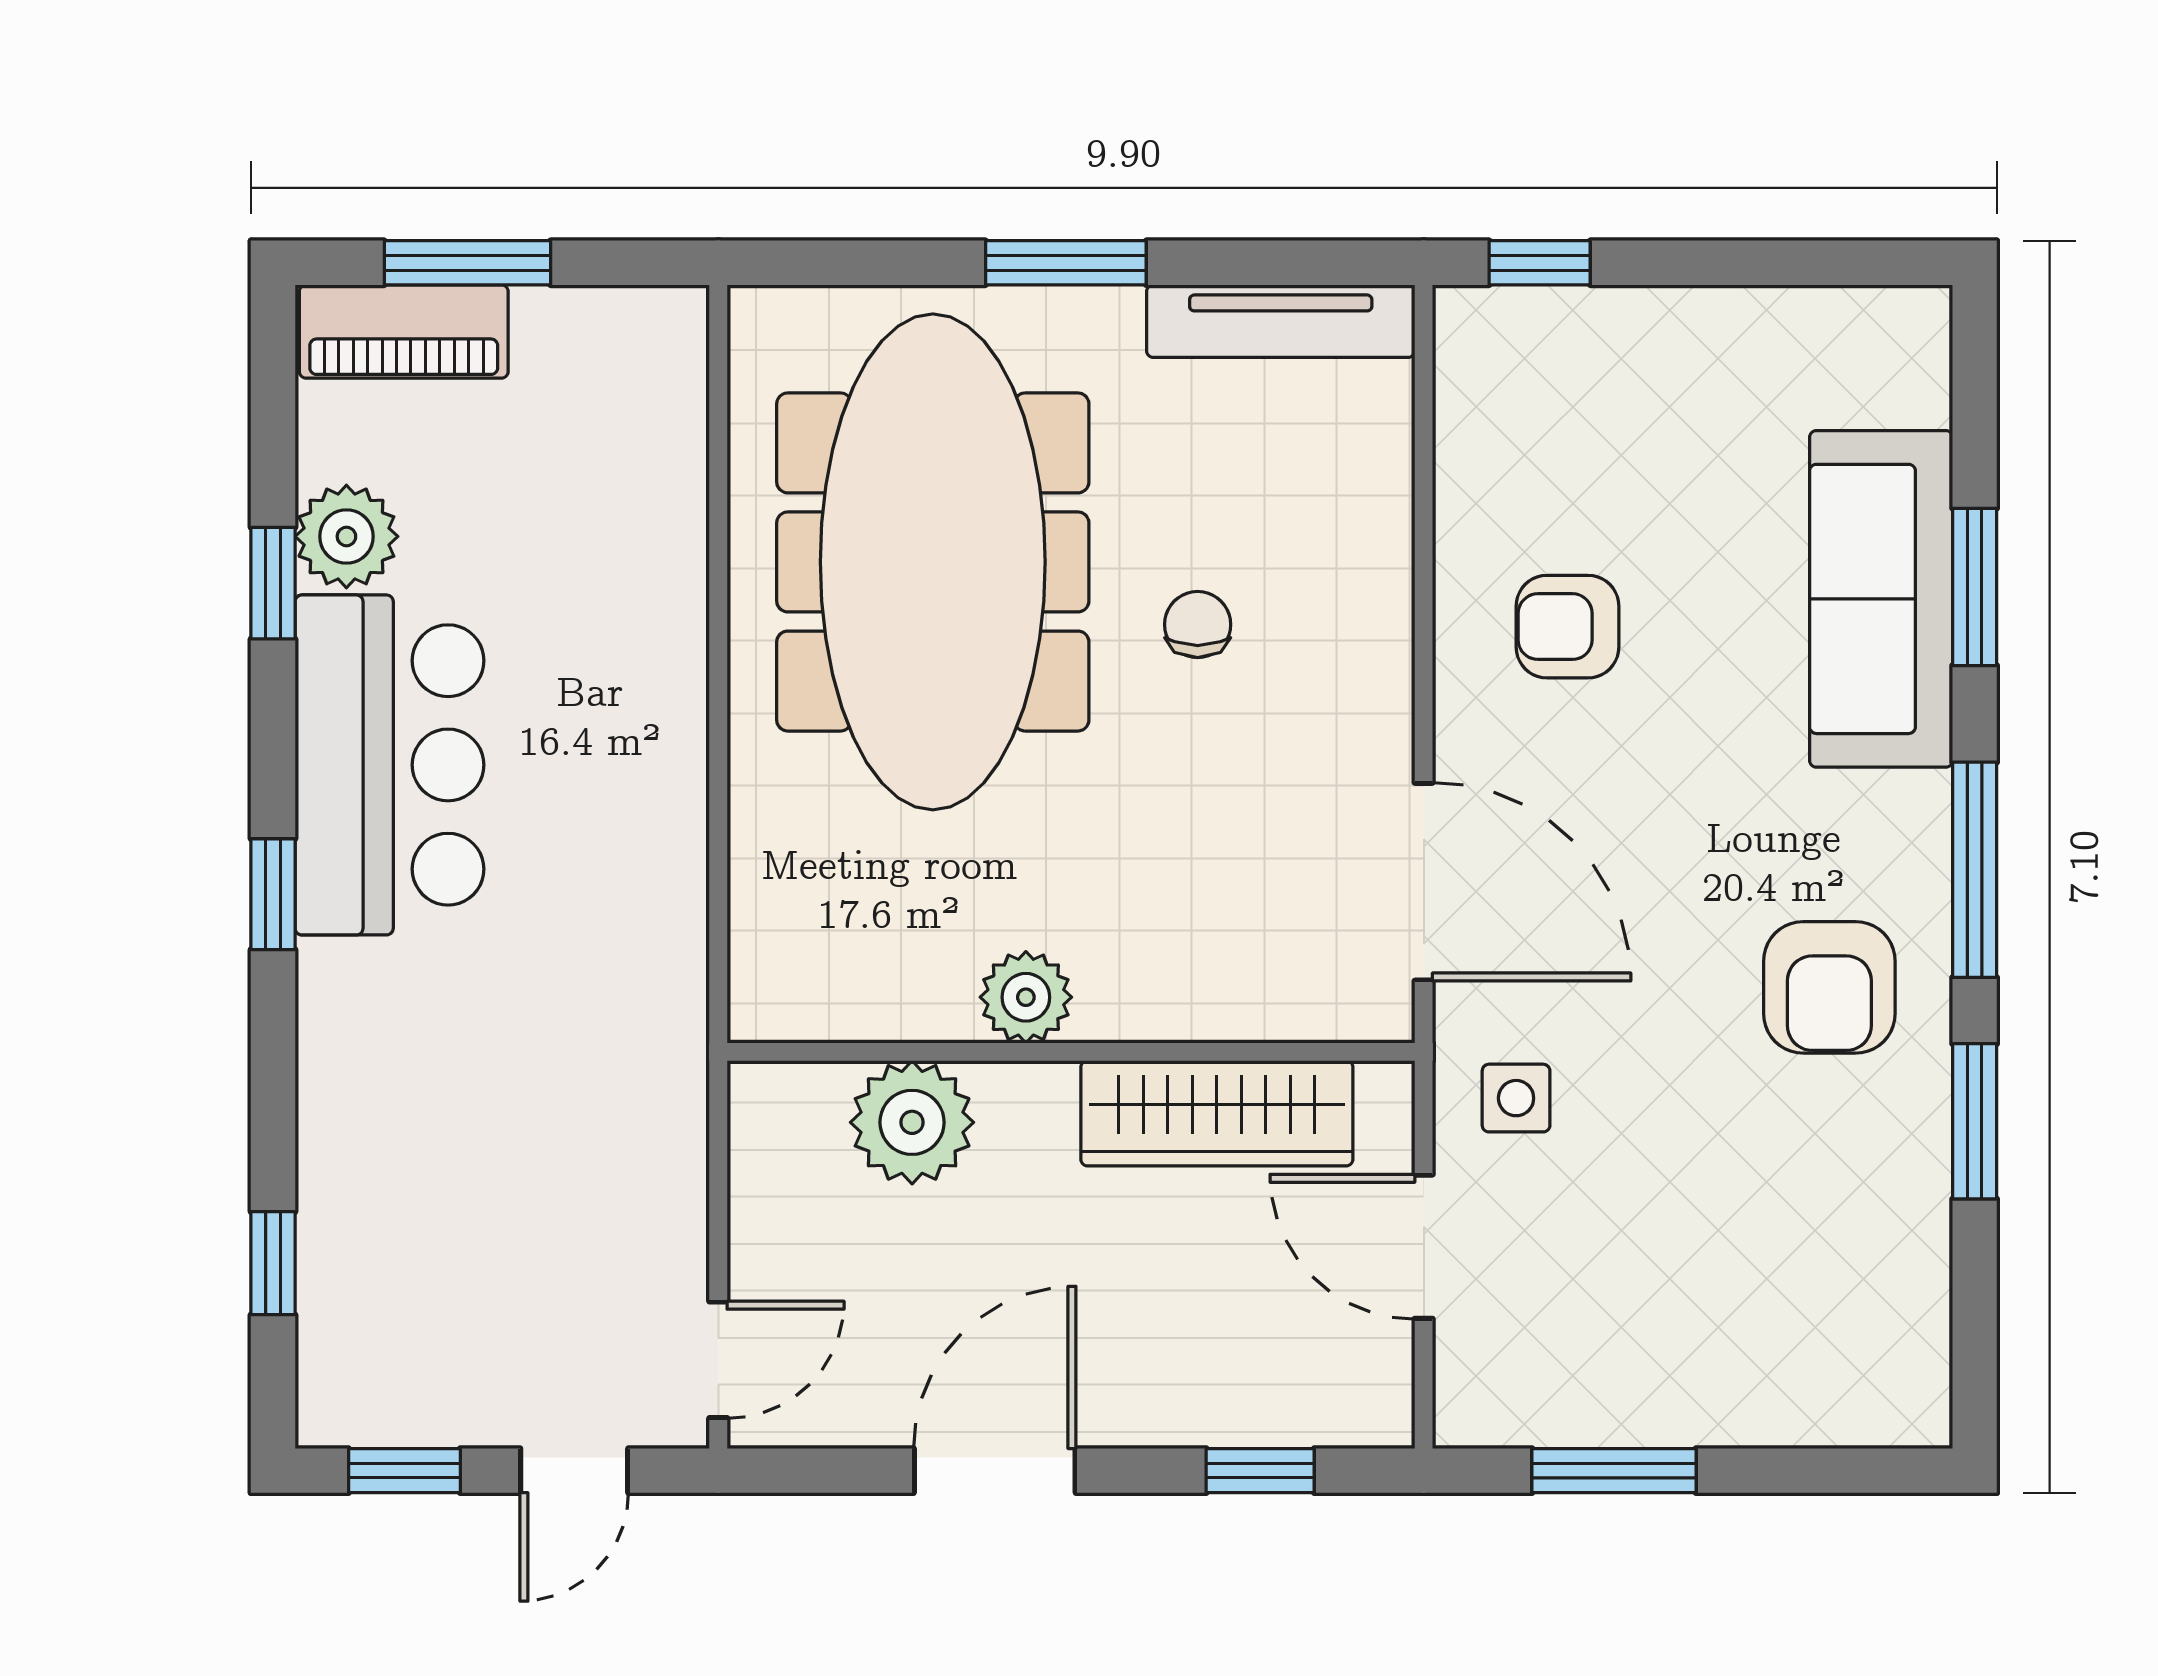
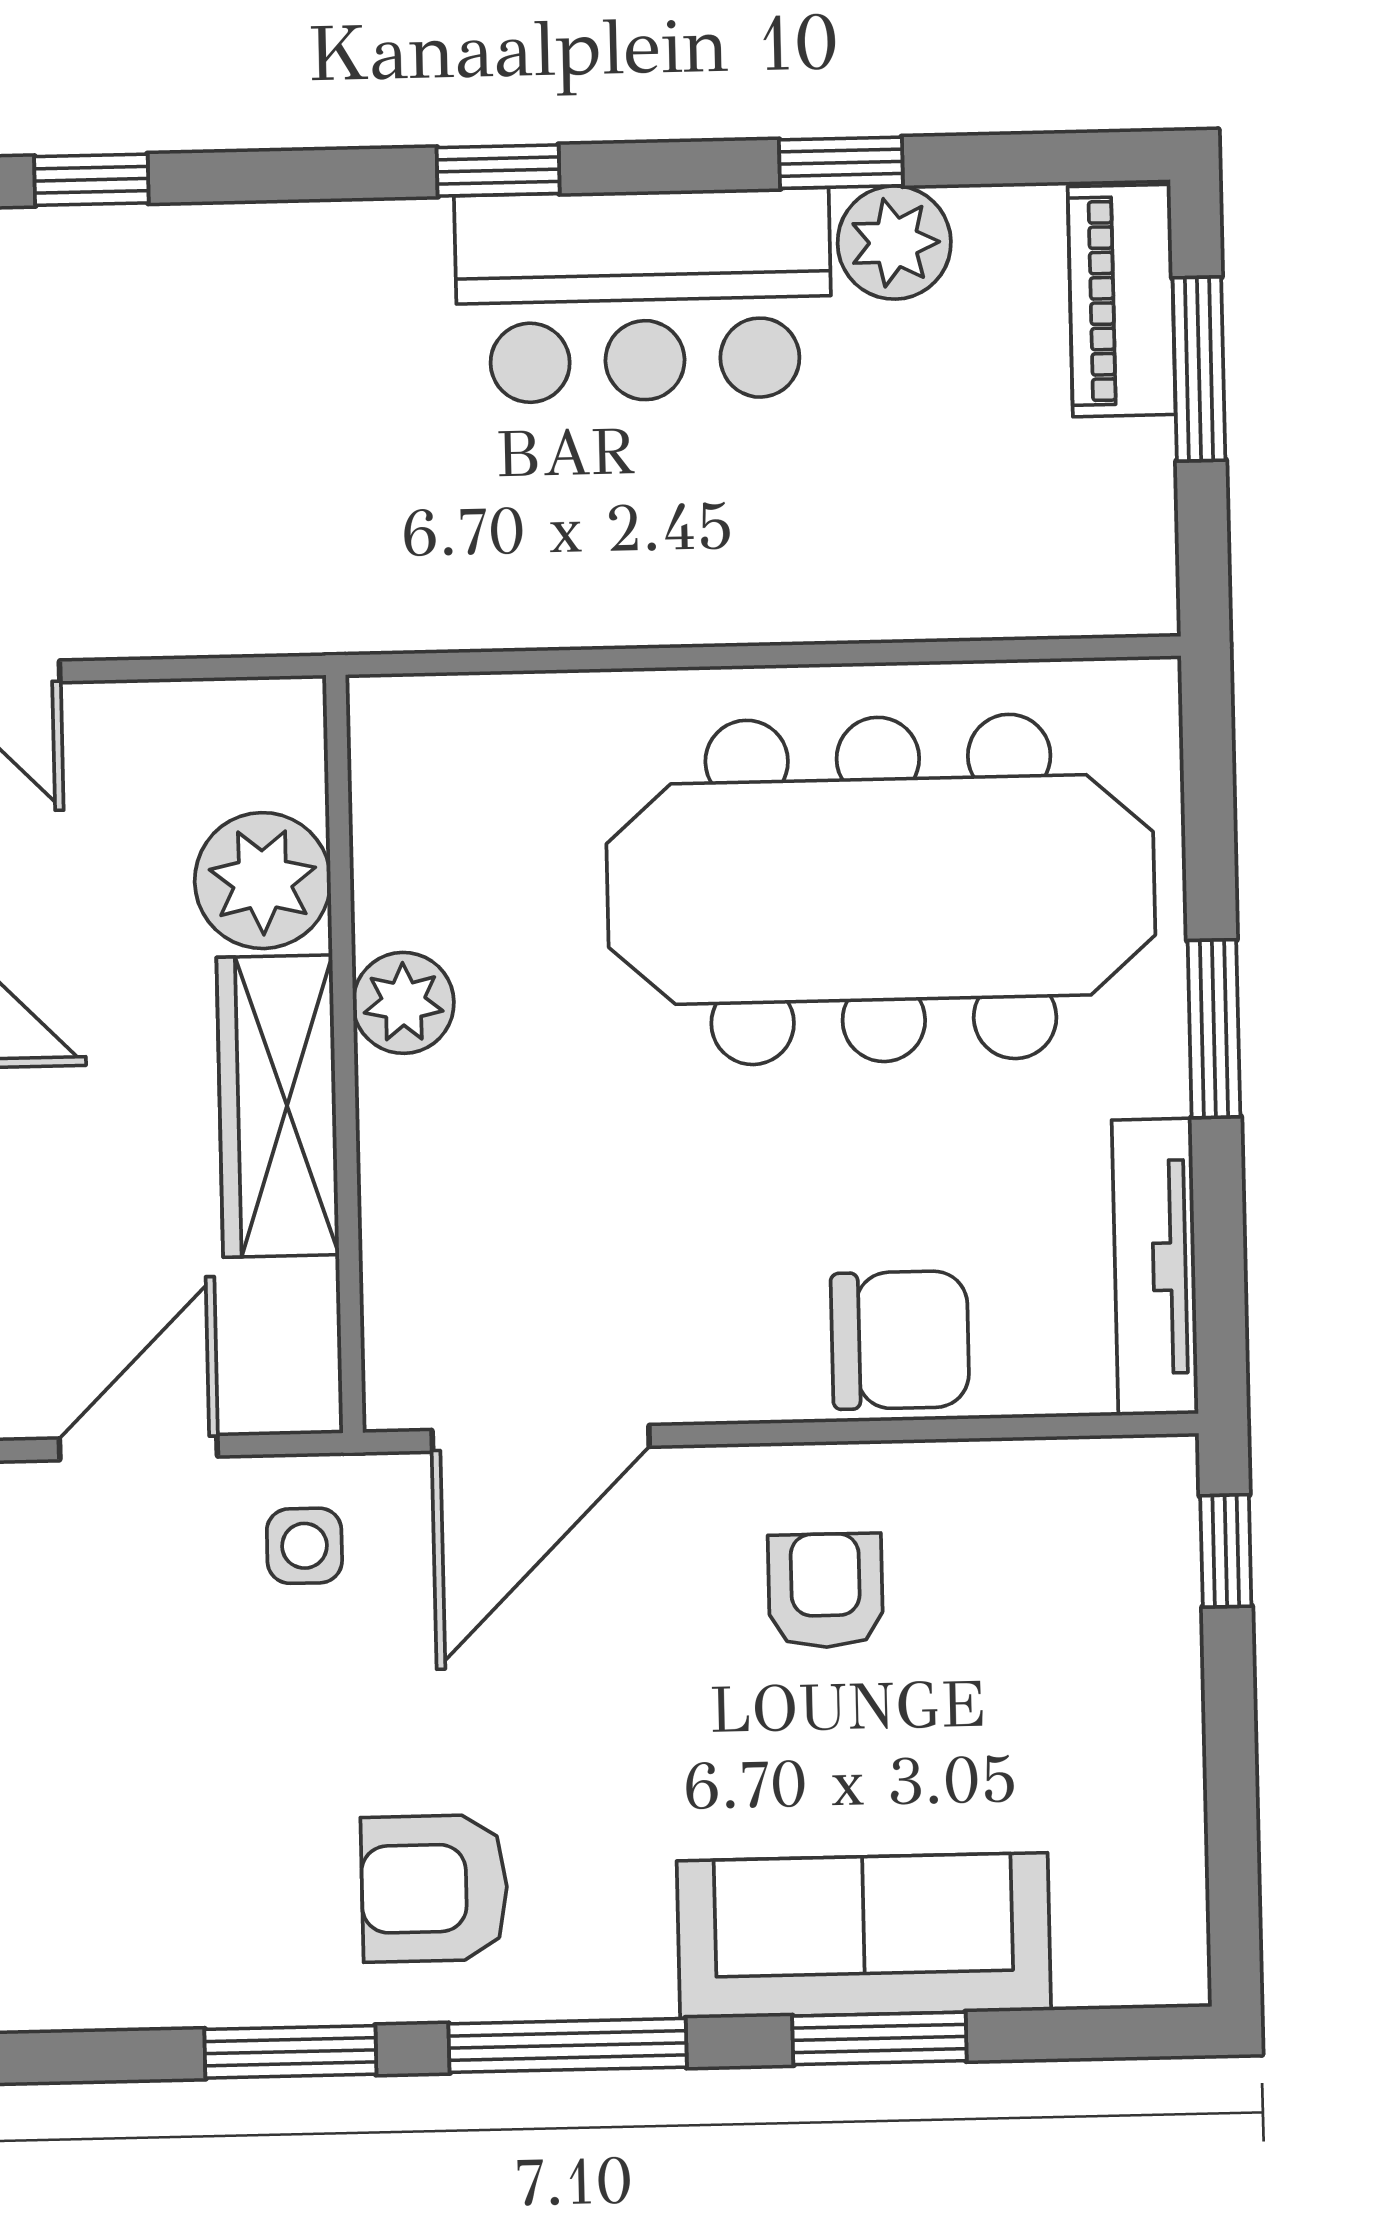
chair: (1198, 625) -> (900, 1340), moved, width x1.87, depth x1.87
wardrobe: (1217, 1113) -> (278, 1106), moved

